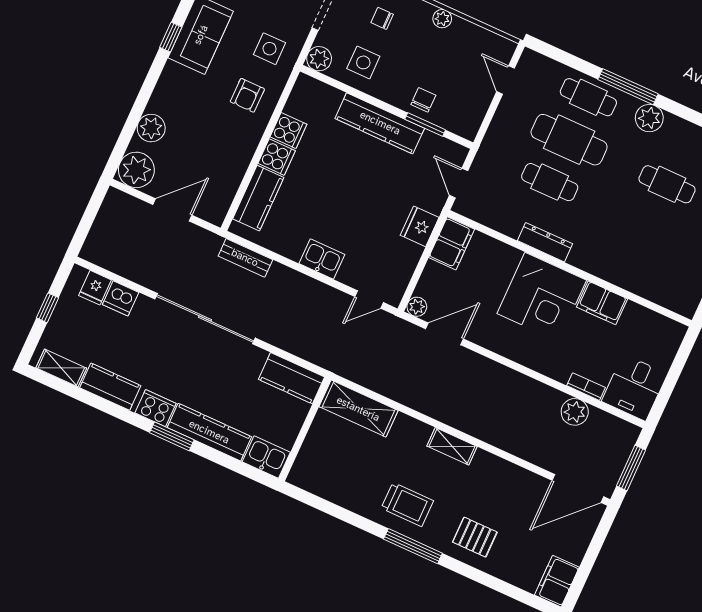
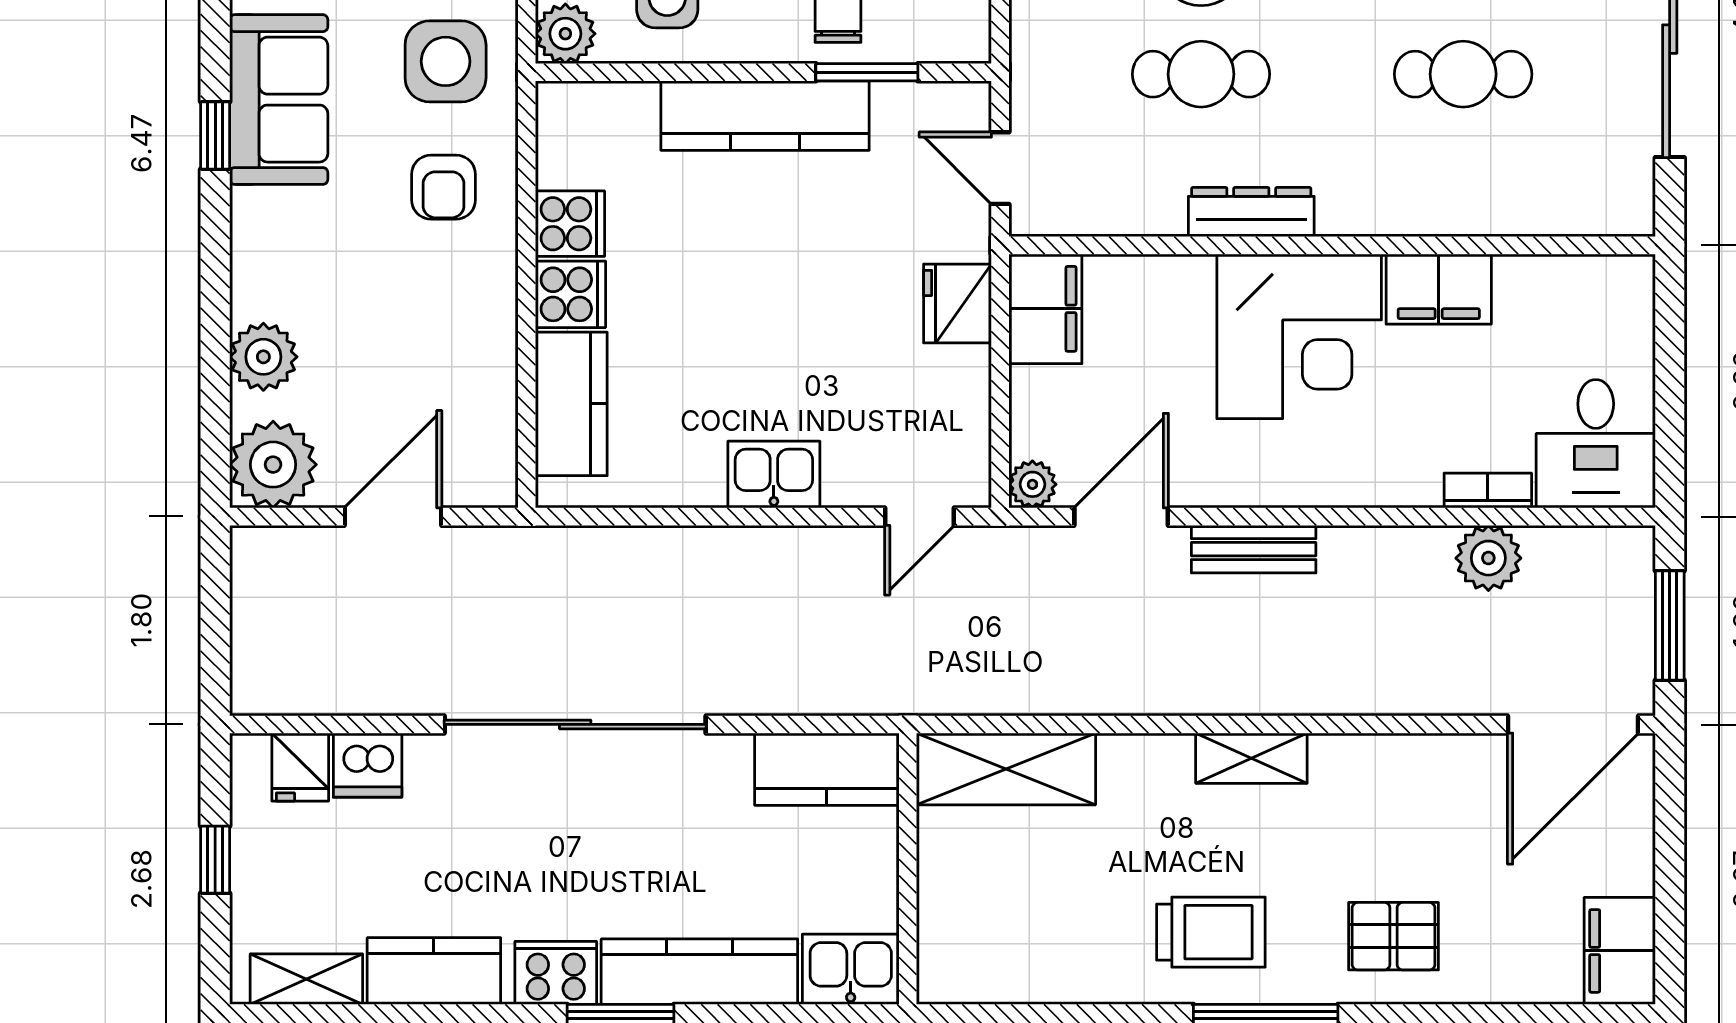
side table: (270, 49) -> (446, 61), width x1.37, depth x1.37
cafe table: (648, 227) -> (1463, 74), added
bench: (245, 258) -> (1254, 549), moved

